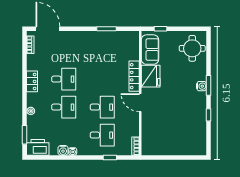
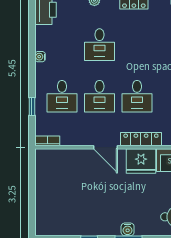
desk: (64, 79) -> (137, 96), moved
door: (140, 103) -> (105, 147), swing flipped
water cooler: (63, 150) -> (41, 44), removed

